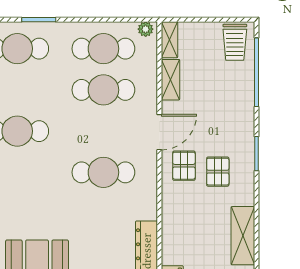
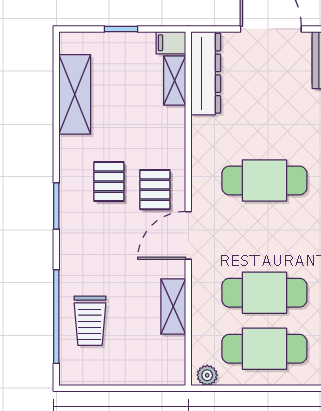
shelving: (169, 40) -> (175, 81), moved
trolley: (235, 42) -> (90, 321), moved, turned 180

